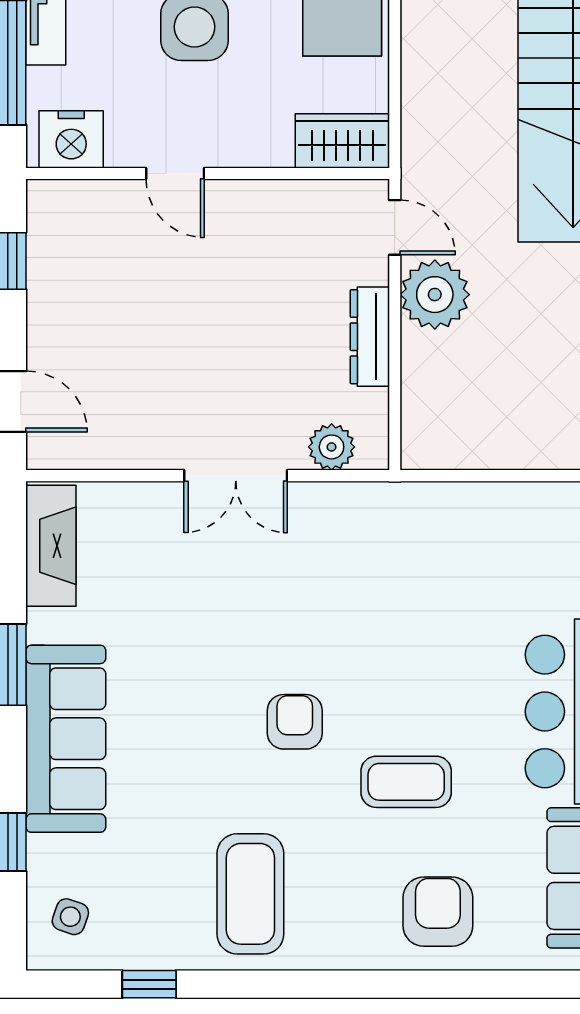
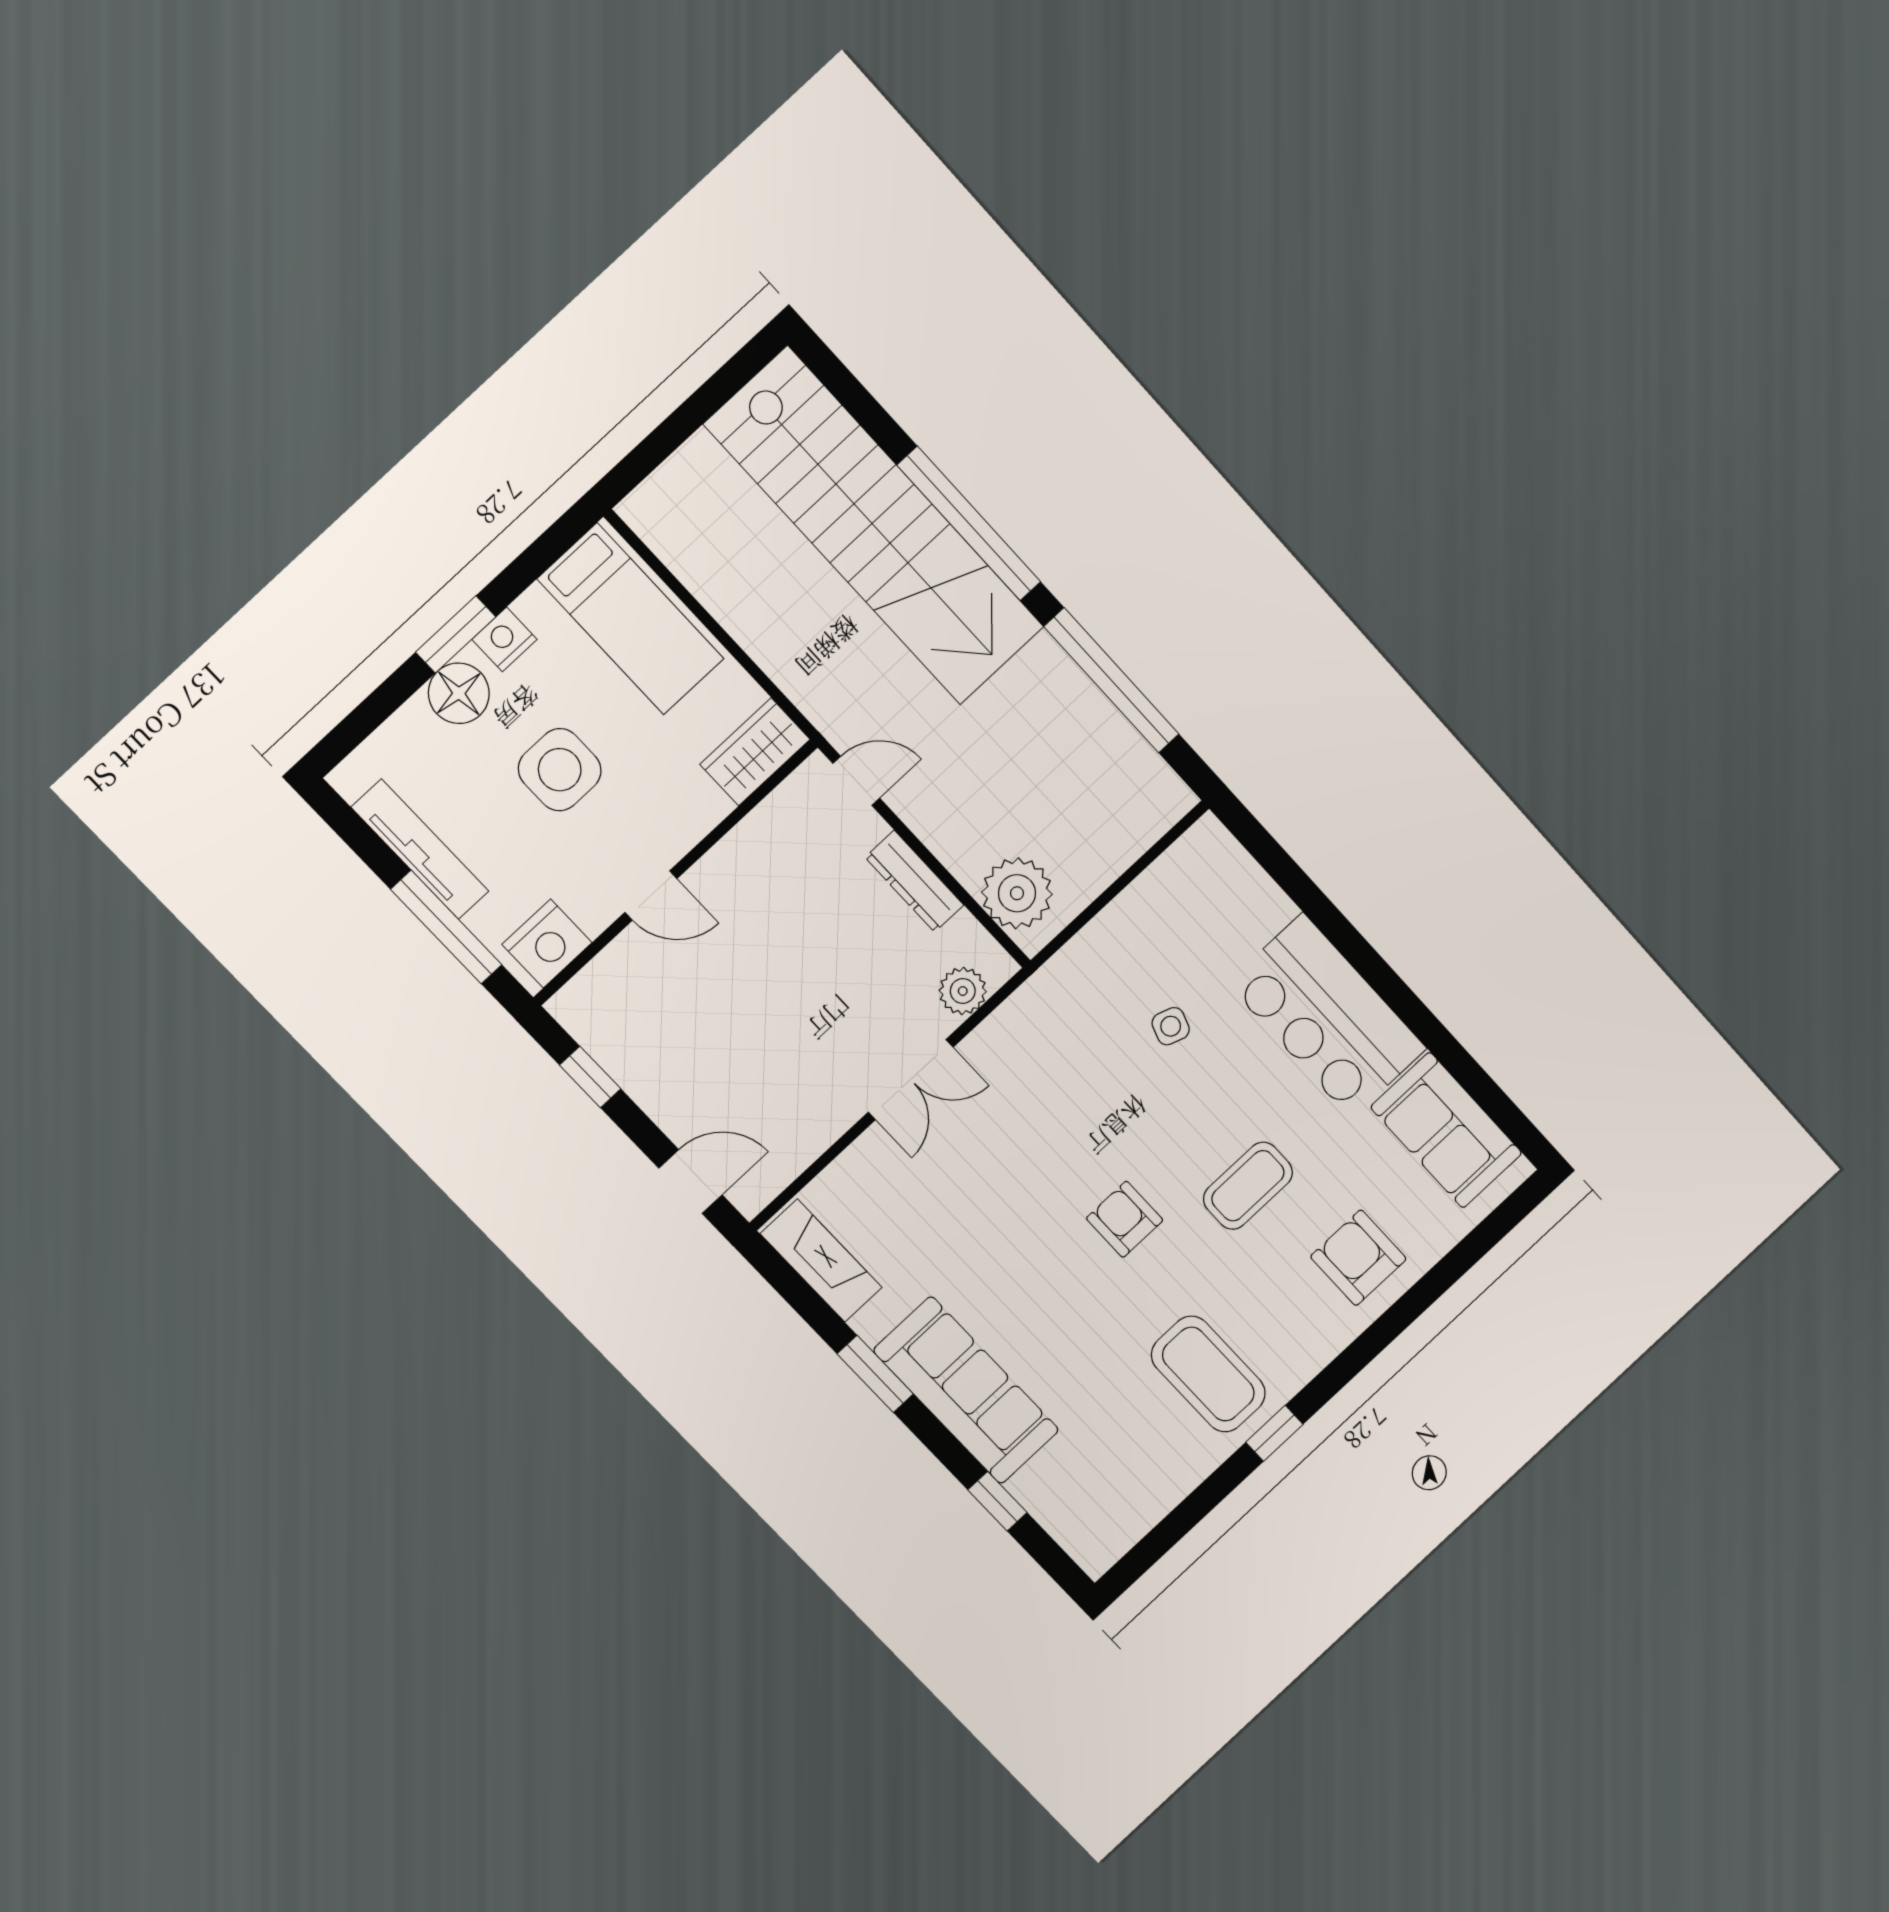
plant: (435, 295) -> (1017, 893), moved
side table: (70, 917) -> (1171, 1026), moved
window: (149, 984) -> (1274, 1433), moved

